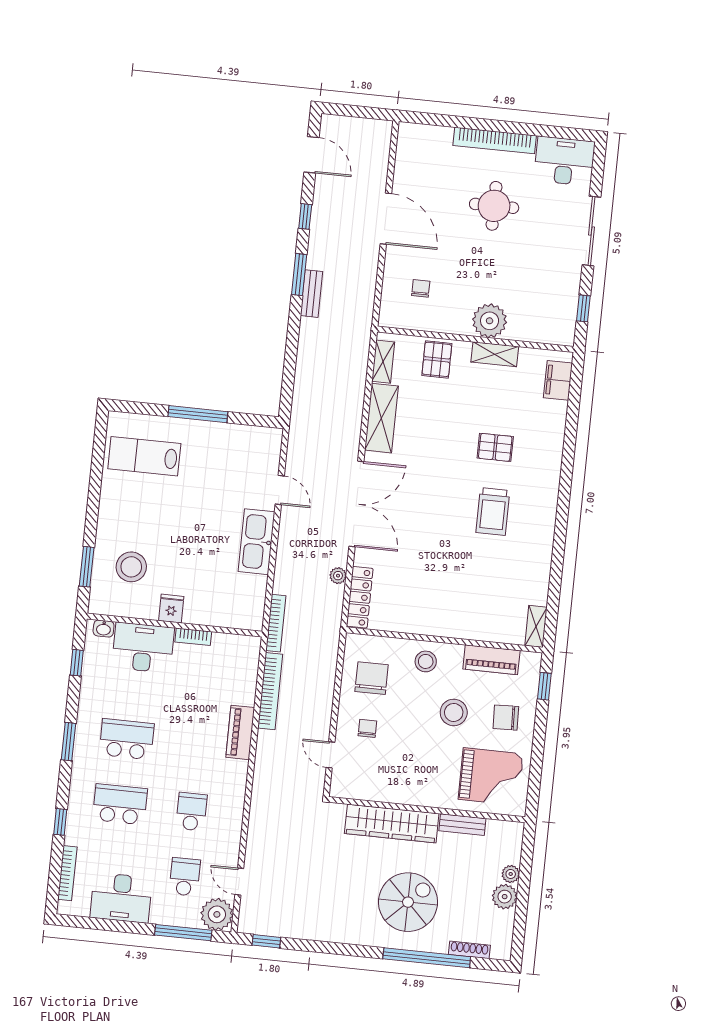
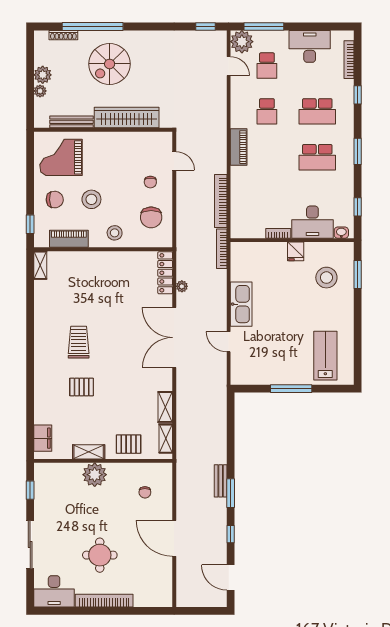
pallet: (437, 359) -> (129, 444), turned 90
shelving: (381, 418) -> (165, 407), width x0.67, depth x0.75
lab bench: (144, 456) -> (325, 356), turned -90
piano: (240, 732) -> (239, 147), moved
bench: (462, 825) -> (72, 122), width x1.36

